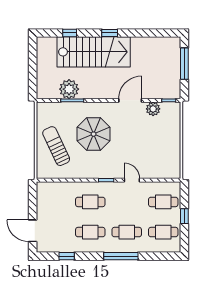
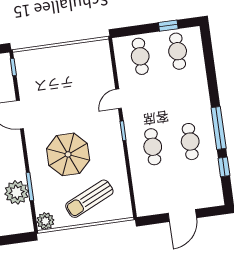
plant: (153, 109) -> (45, 221), moved
window: (184, 216) -> (168, 26), moved
door: (33, 231) -> (182, 216), moved
cafe table: (127, 232) -> (184, 96), removed
window: (121, 256) -> (219, 128), moved

